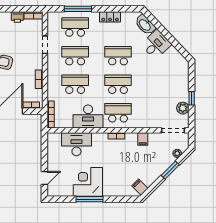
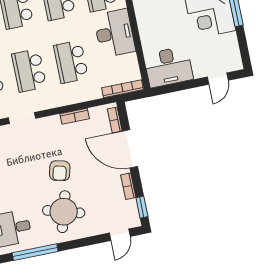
desk: (76, 144) -> (168, 67), moved, turned -90
door: (44, 178) -> (218, 79), swing flipped

